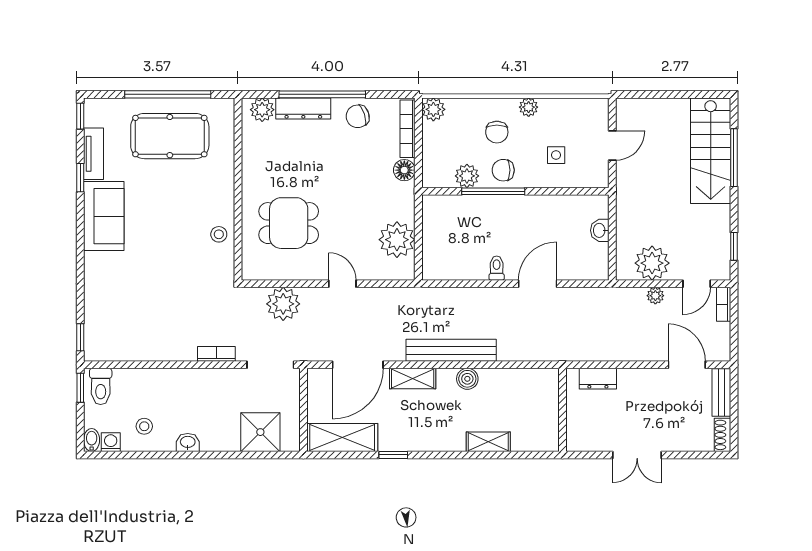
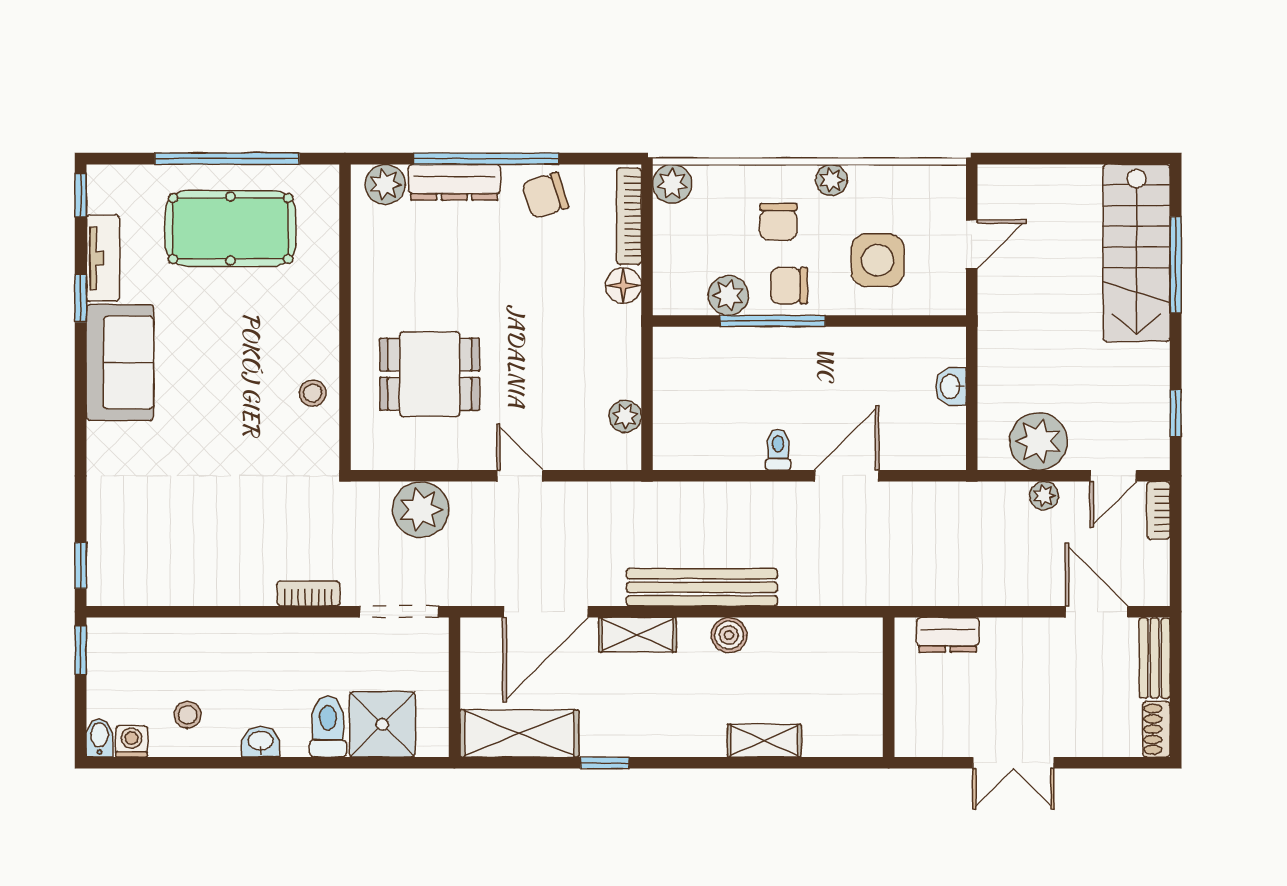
side table: (556, 155) -> (878, 260), width x1.87, depth x1.87
plant: (397, 240) -> (625, 416), width x0.53, depth x0.53
toilet: (101, 386) -> (328, 726), moved, turned 180

